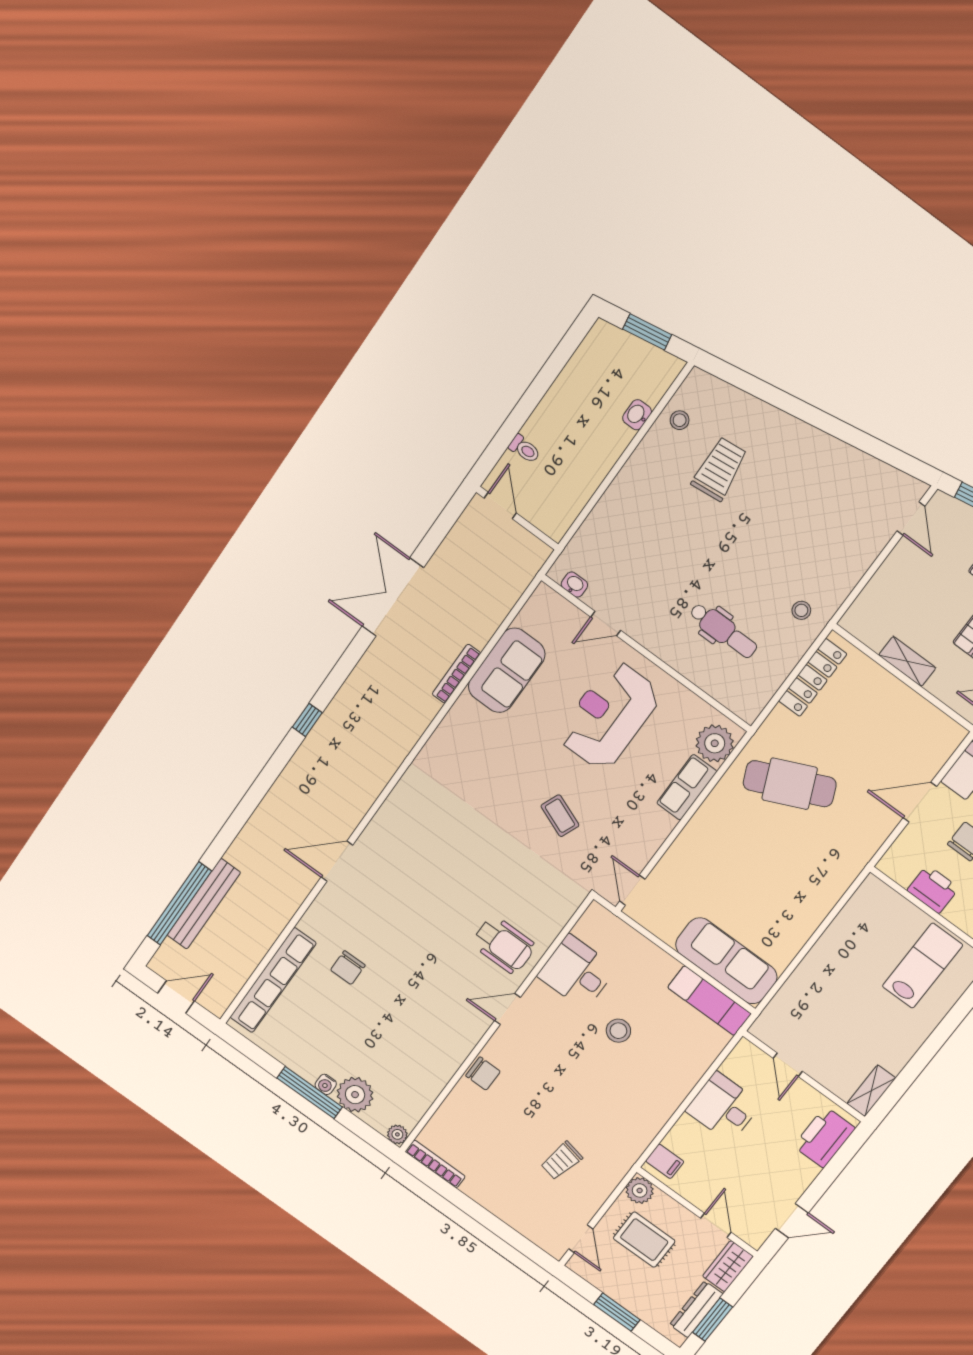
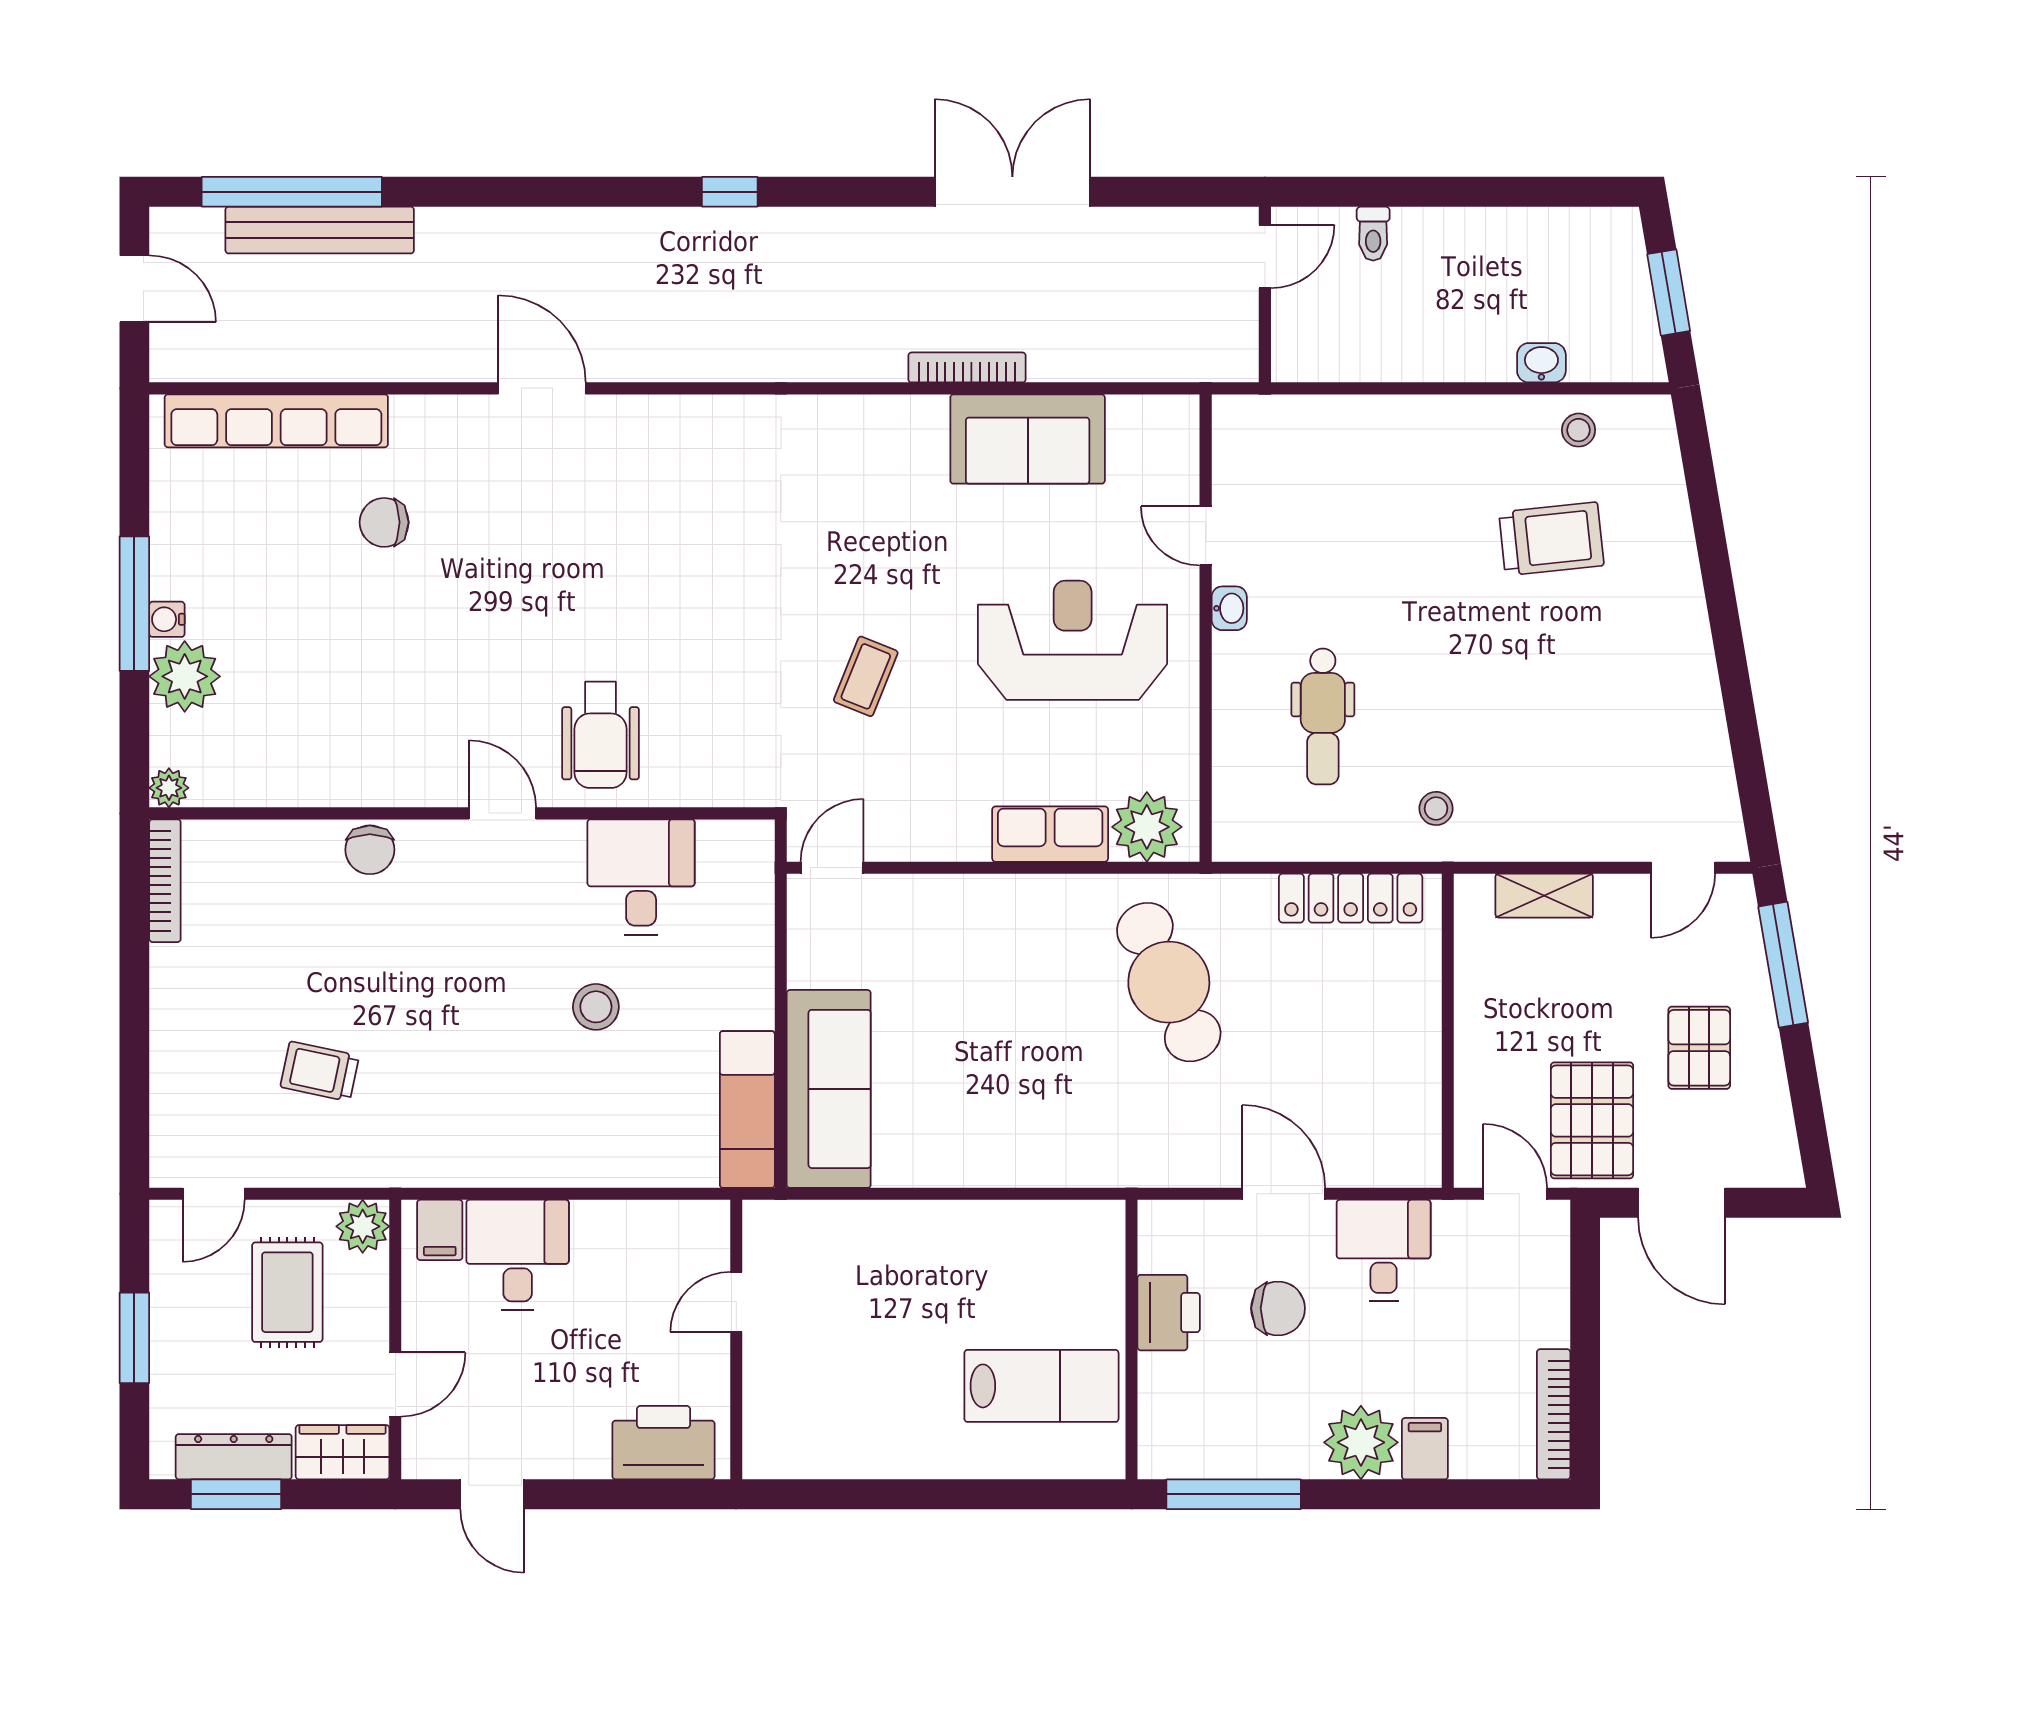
washbasin: (574, 585) -> (1229, 608), moved
shelving: (907, 661) -> (1544, 896), moved, turned 90
shelving: (871, 1091) -> (791, 1458), removed
desk: (723, 1107) -> (518, 1255), moved

